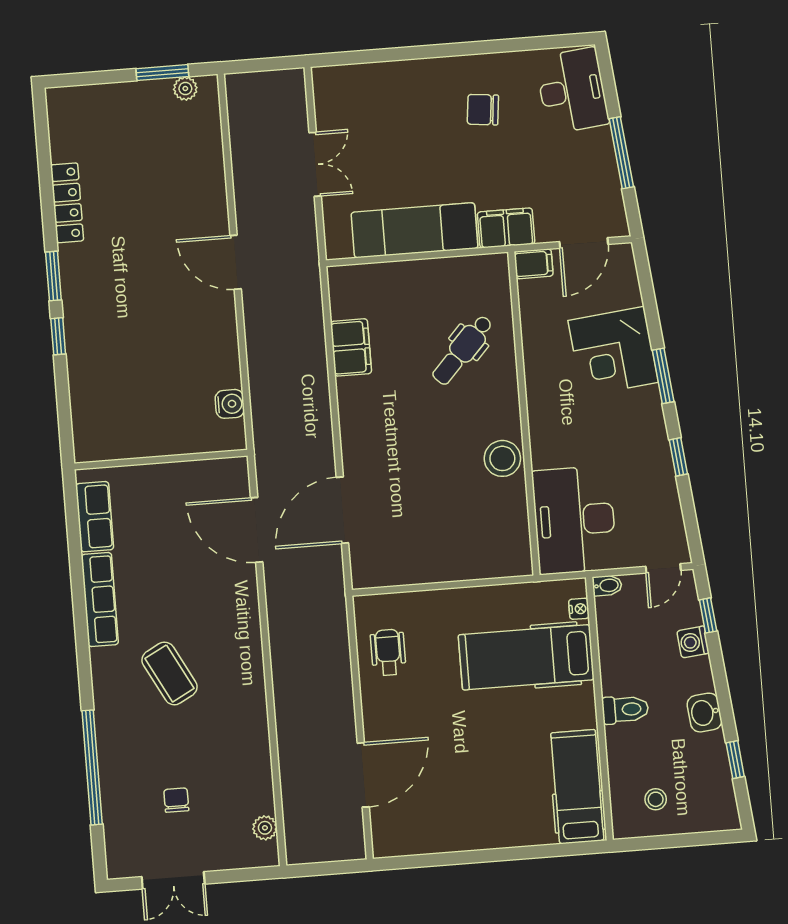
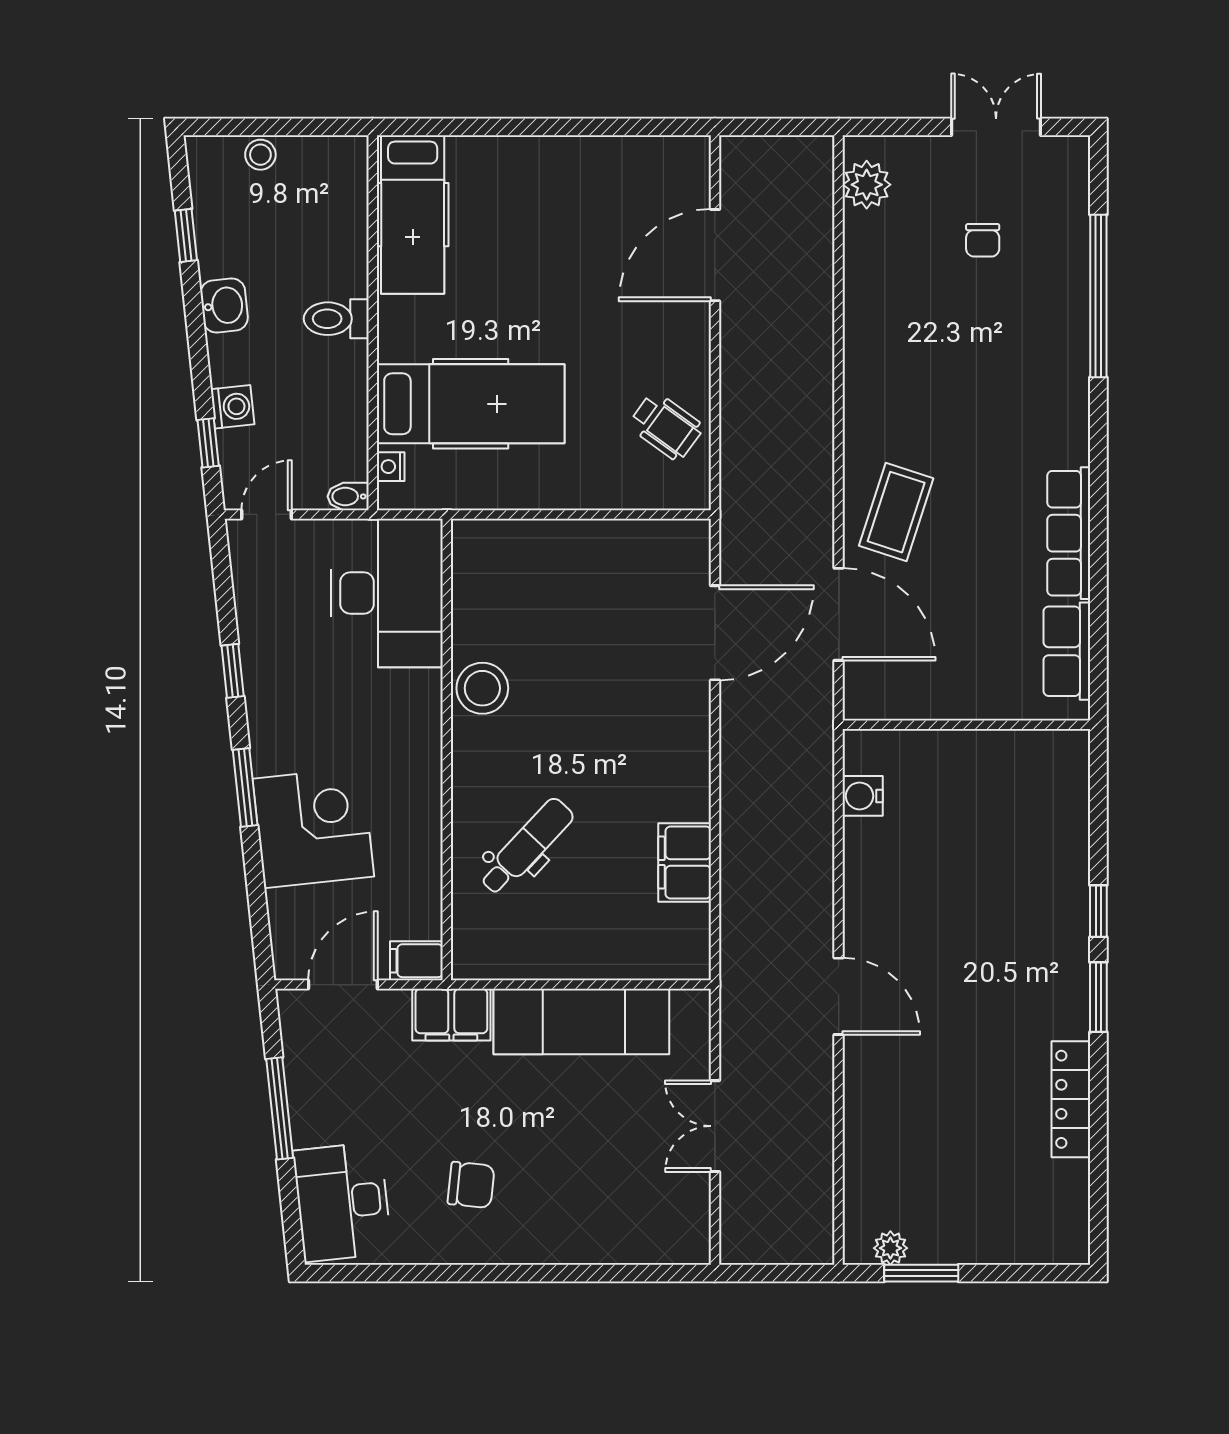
wheelchair: (388, 652) -> (666, 426), turned -54
coffee table: (170, 673) -> (896, 512), moved, turned 46
stool: (656, 799) -> (260, 155), moved
plant: (265, 828) -> (867, 185), width x1.38, depth x1.38

